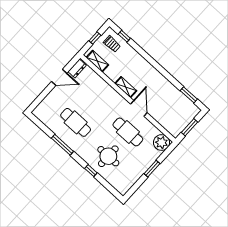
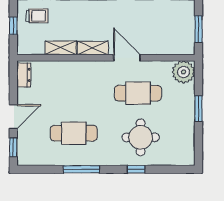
shelving: (97, 61) -> (61, 48), moved
door: (59, 77) -> (13, 117), moved
window: (37, 101) -> (13, 147), added

